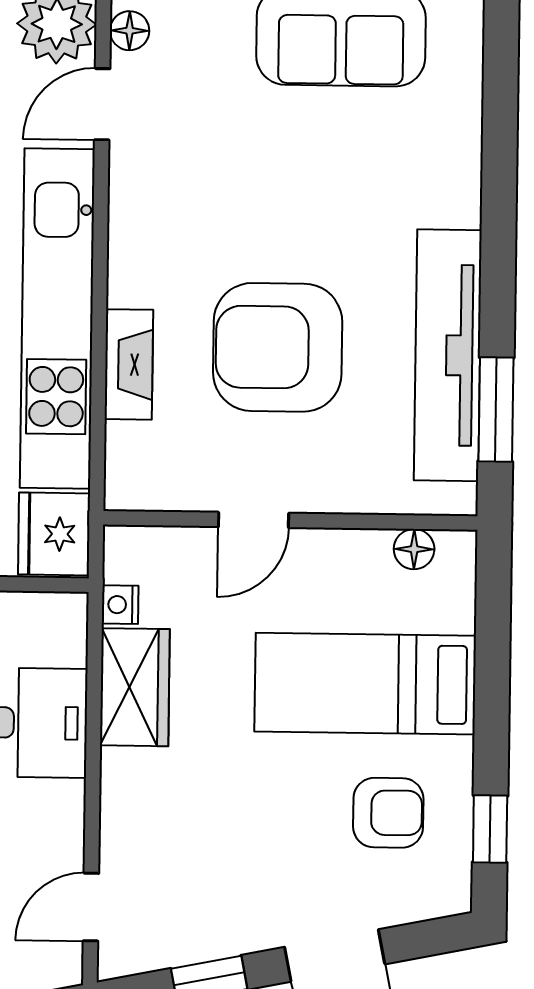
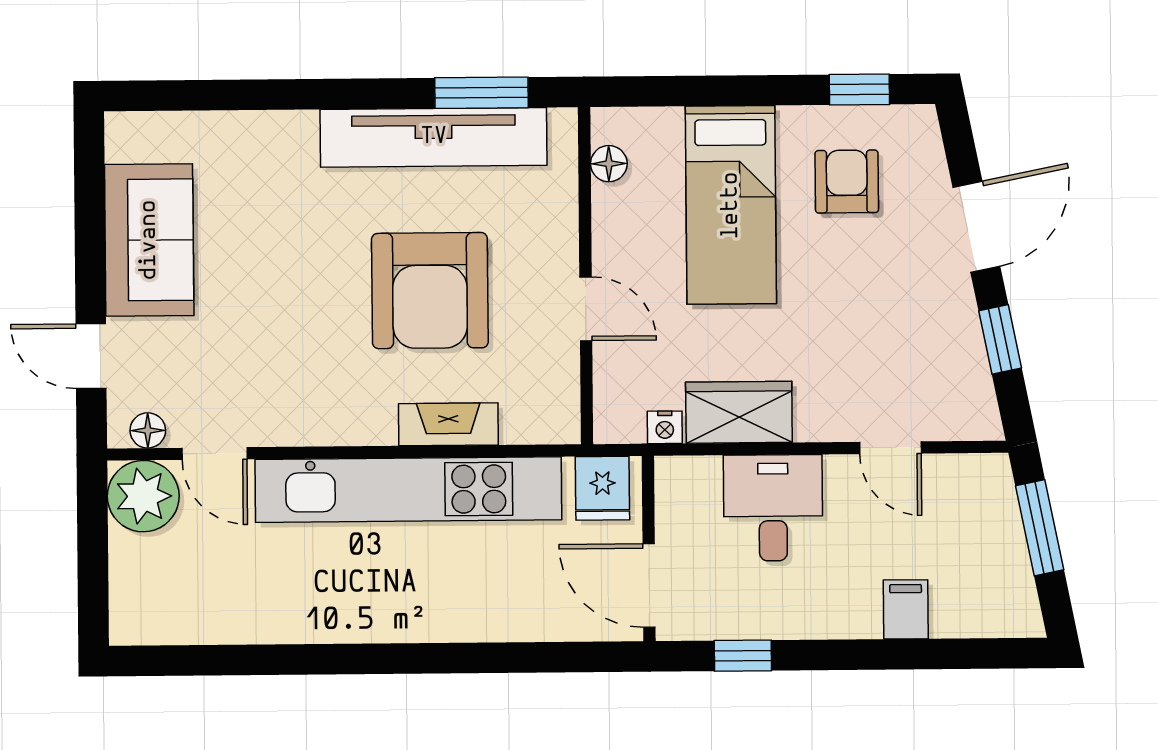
fridge: (54, 534) -> (603, 488), width x0.72
door: (91, 907) -> (890, 448), moved

